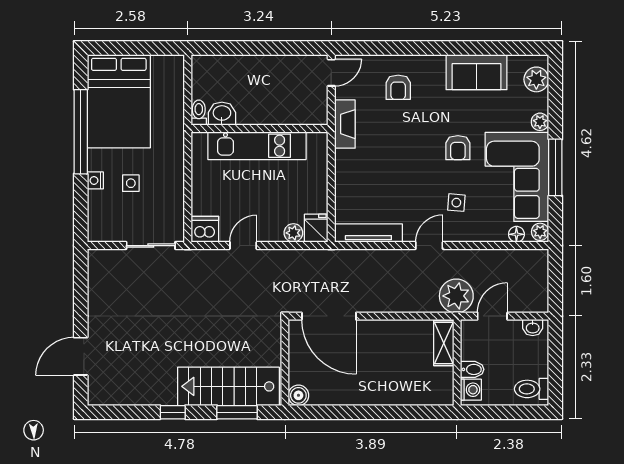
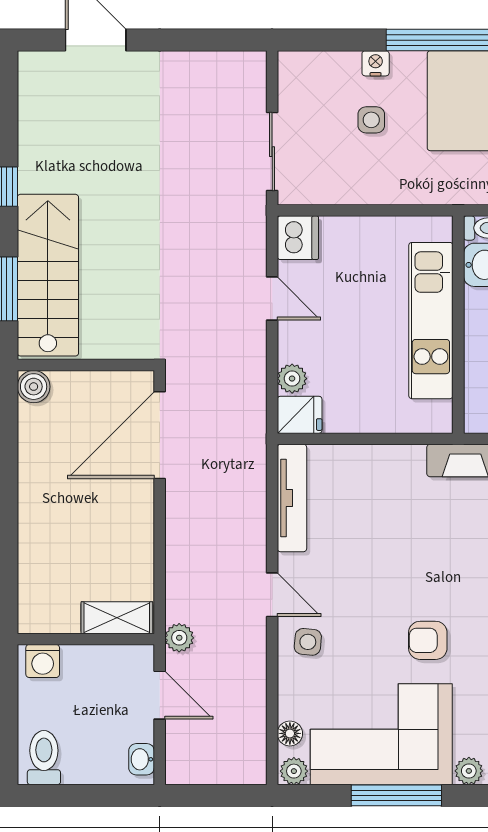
side table: (456, 203) -> (308, 642), moved
plant: (456, 296) -> (179, 638), width x0.53, depth x0.53
bidet: (472, 369) -> (75, 663), removed

